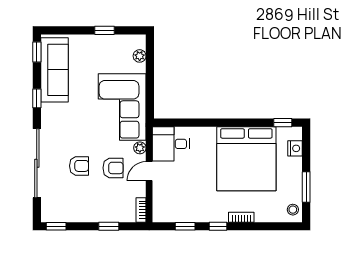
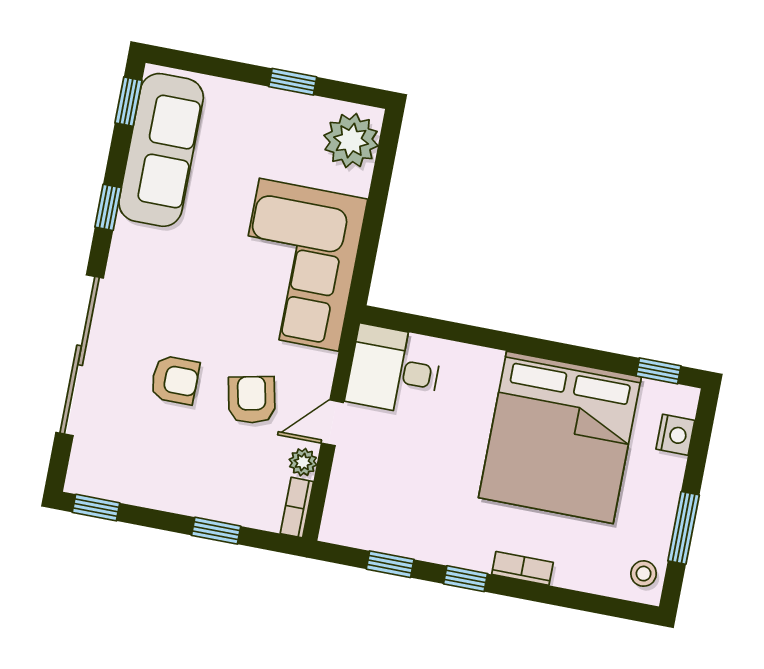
plant: (140, 56) -> (351, 141), width x1.88, depth x1.88
plant: (140, 148) -> (303, 462), moved
armchair: (113, 168) -> (252, 400), turned -102

